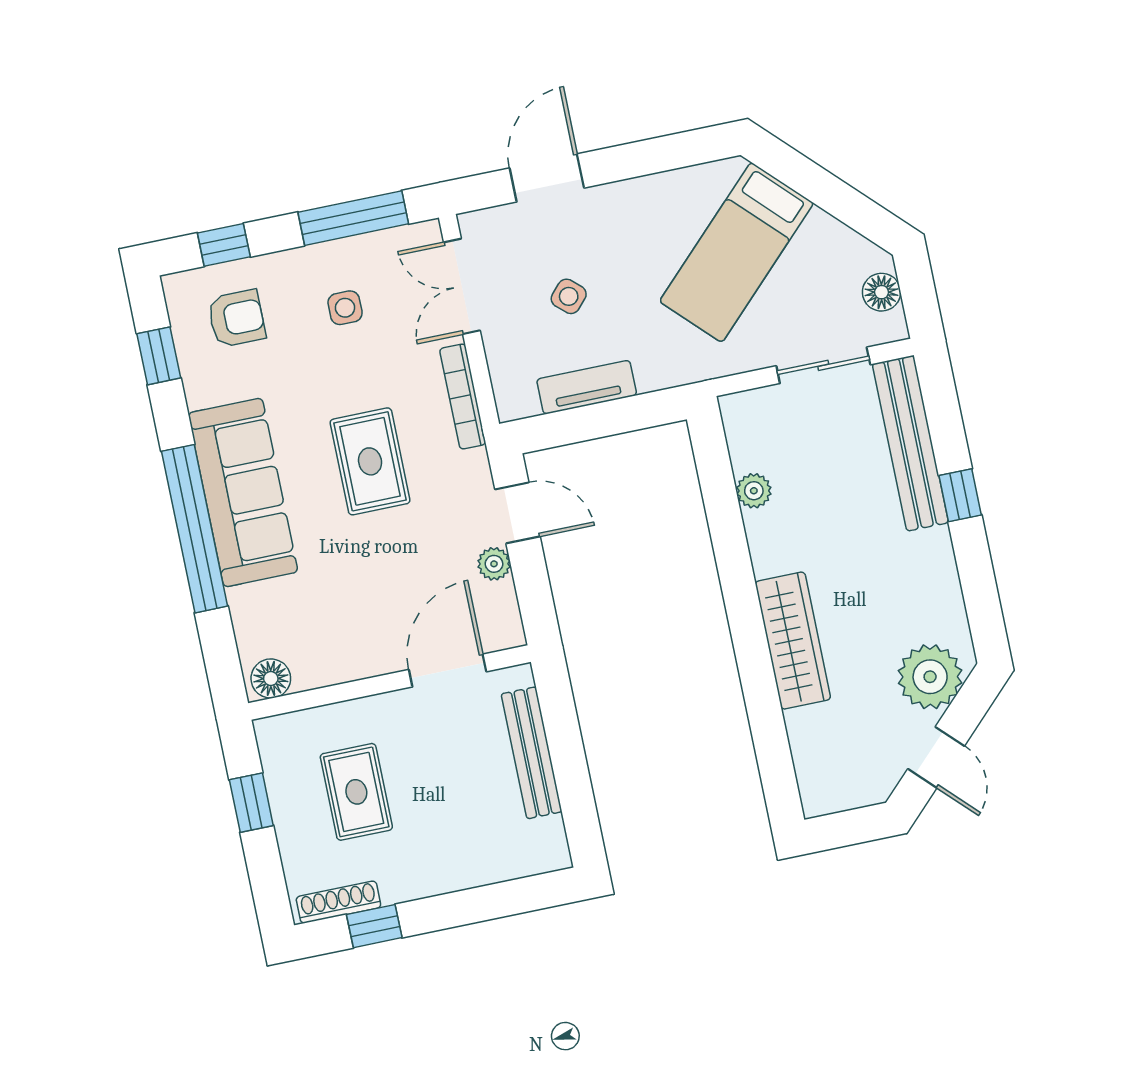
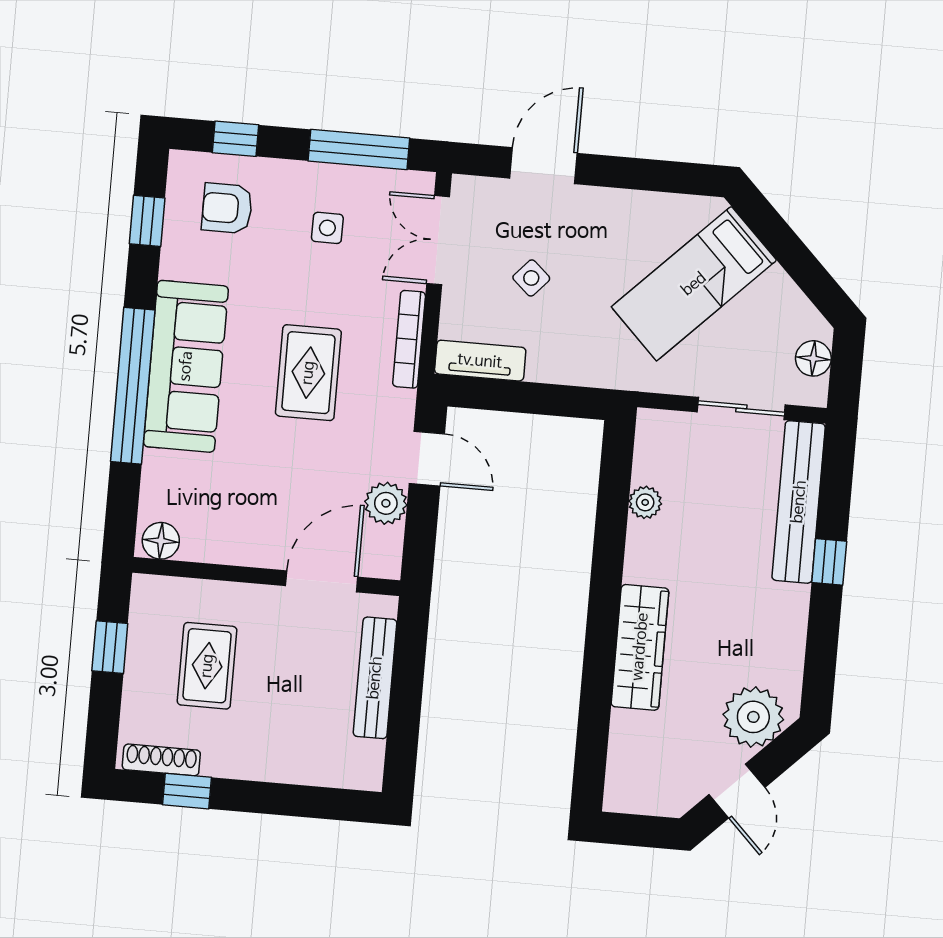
armchair: (237, 318) -> (227, 208), turned 180
tv unit: (587, 387) -> (480, 361), moved
plant: (494, 564) -> (386, 503), width x1.38, depth x1.38

